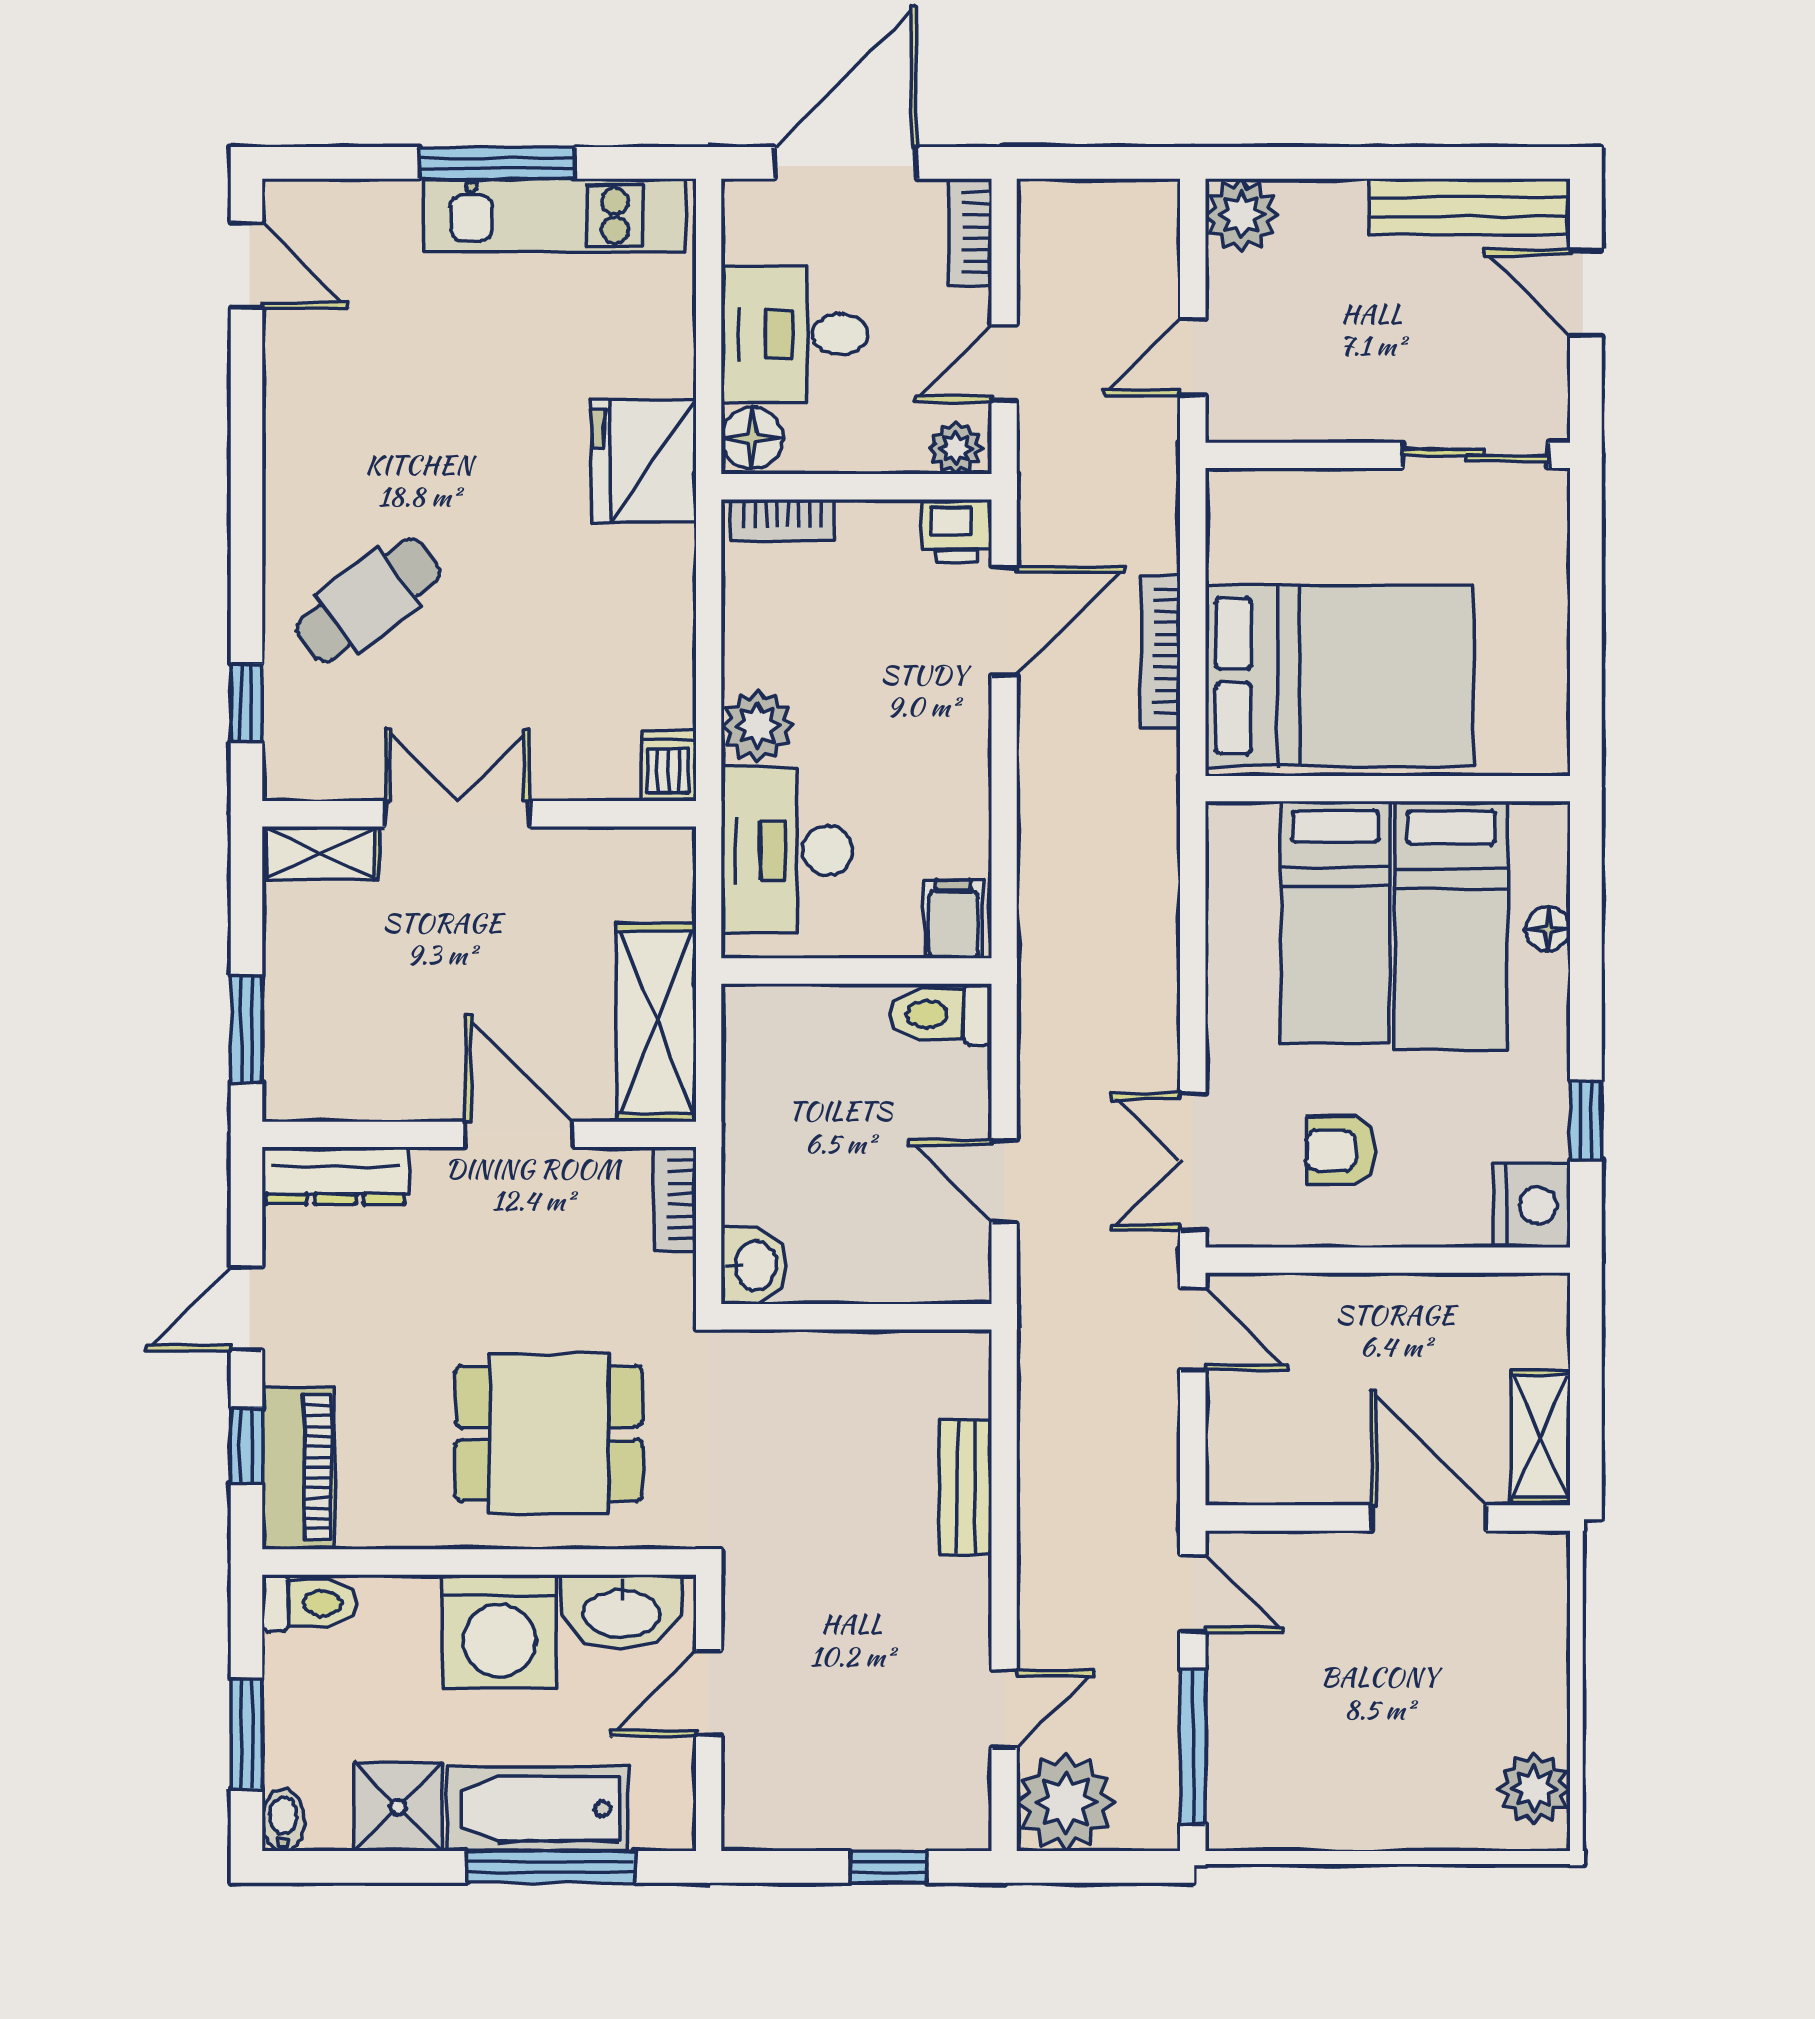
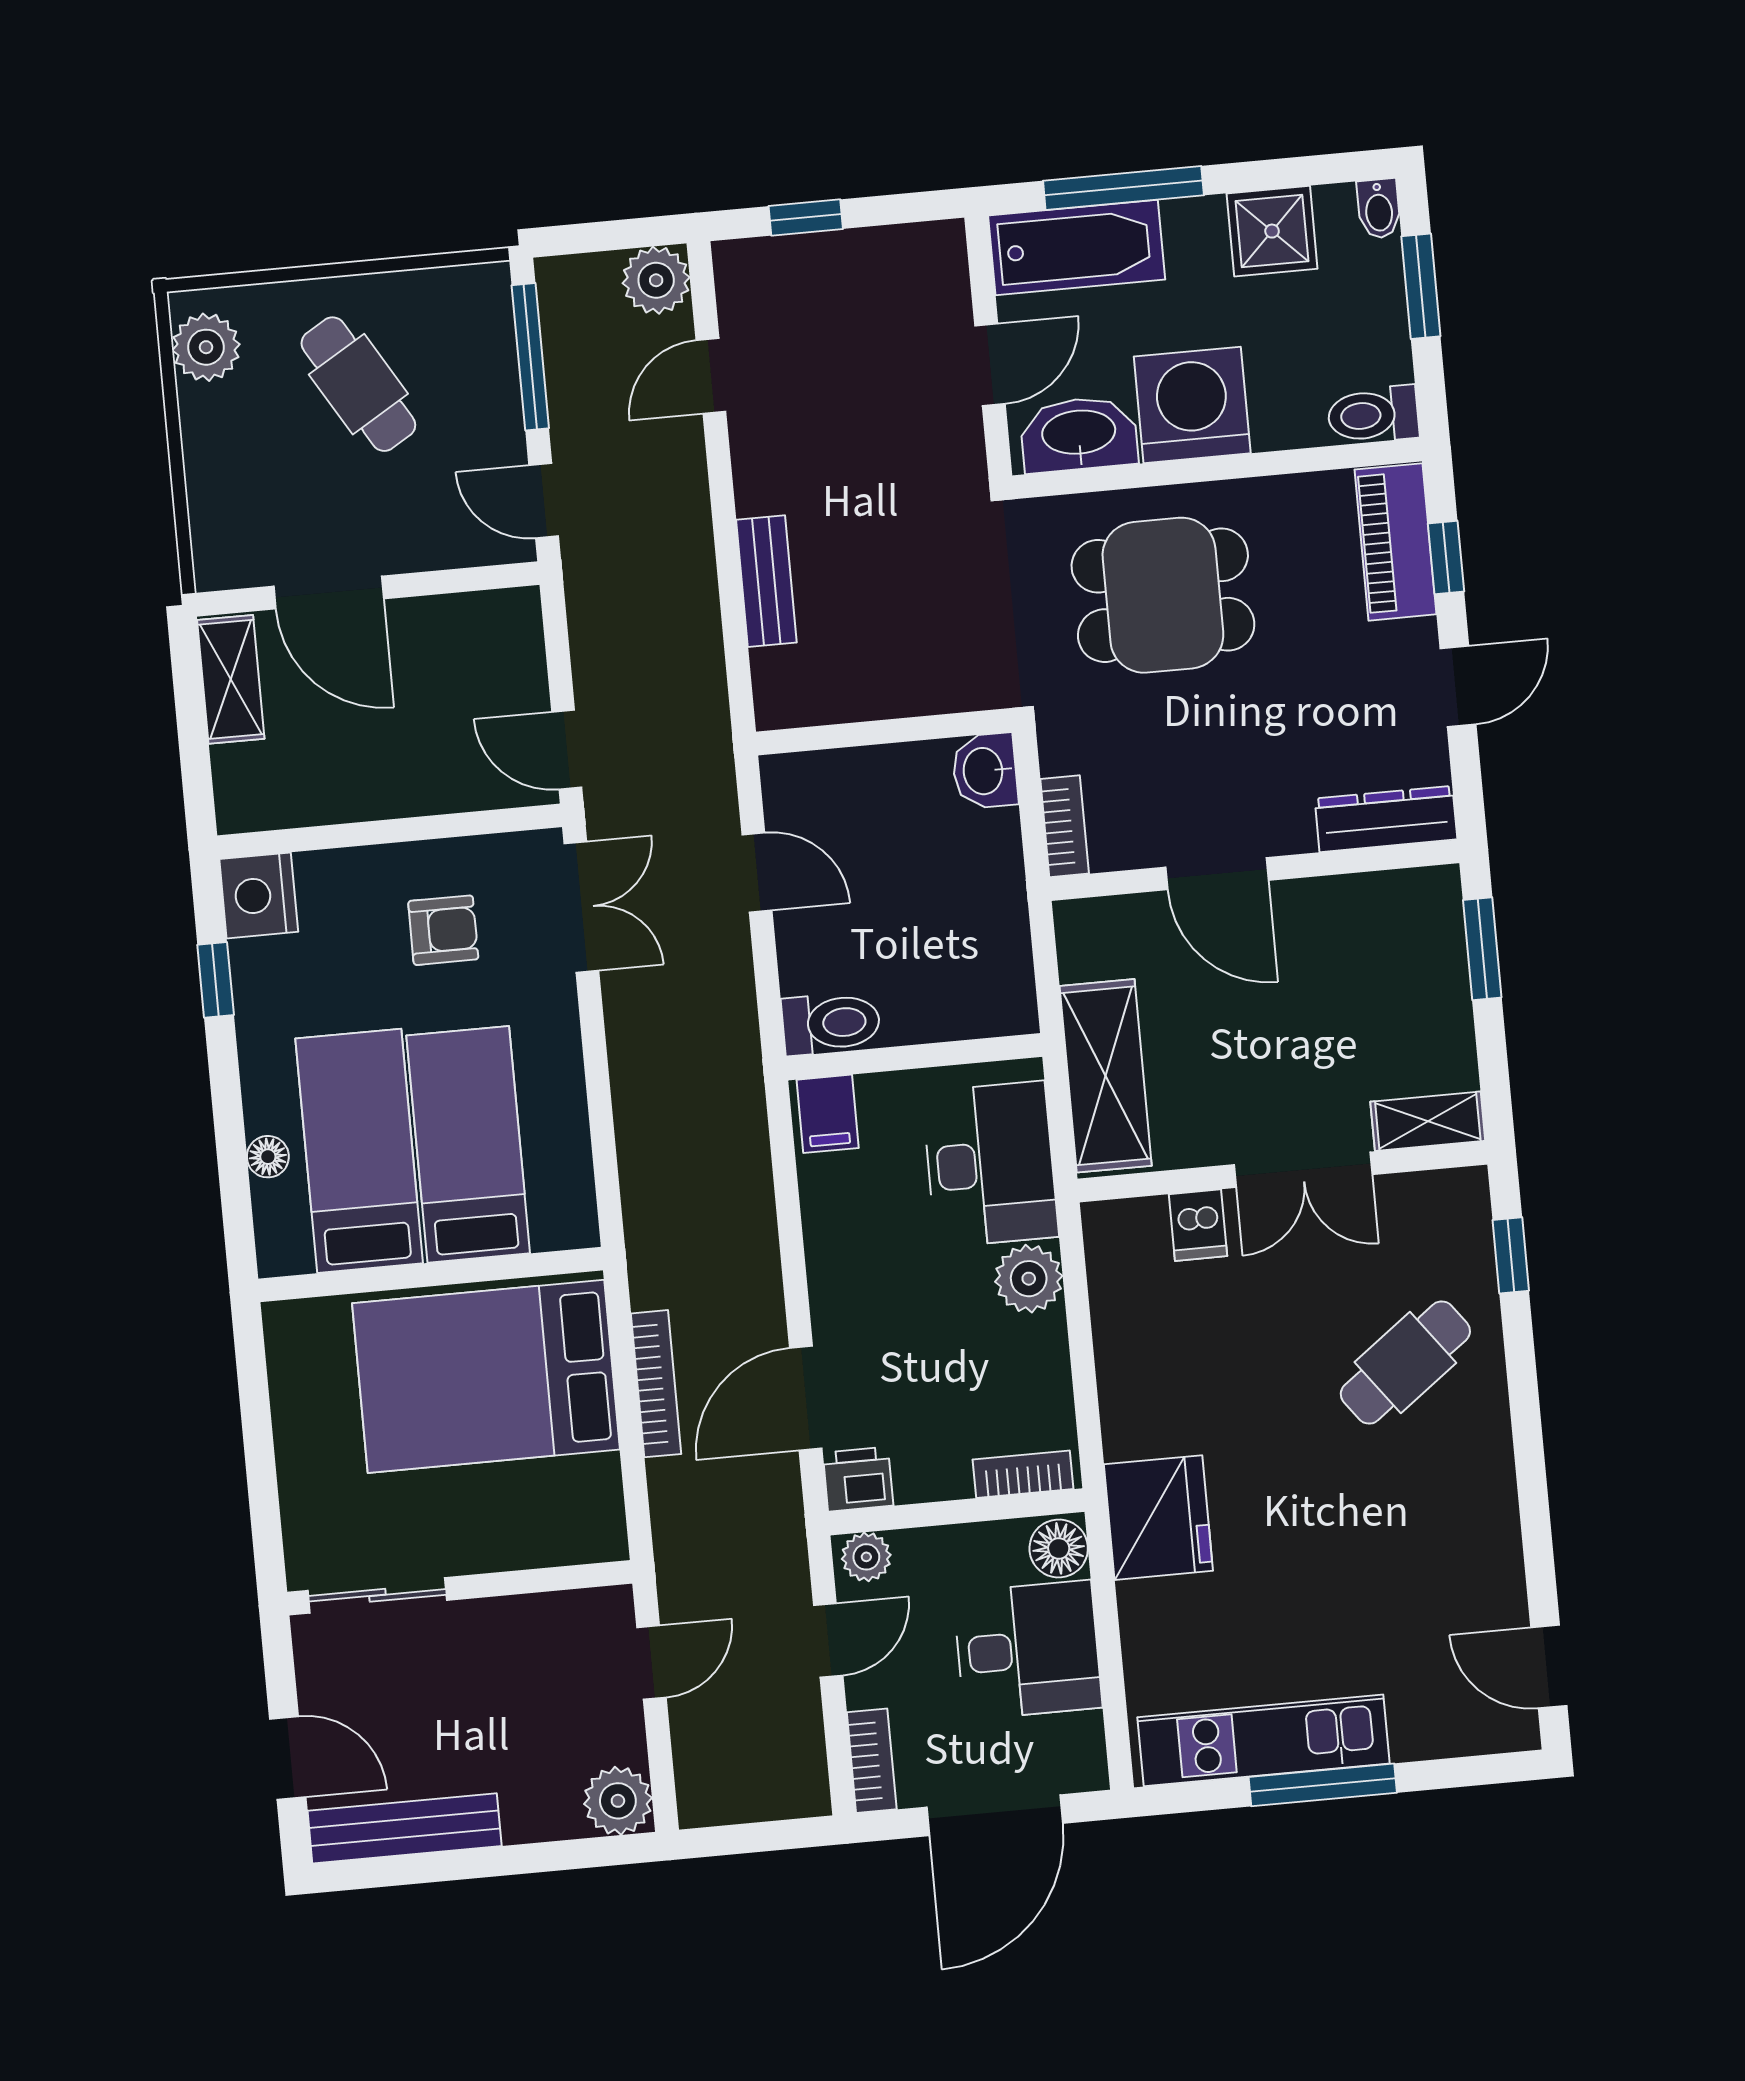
dishwasher: (668, 766) -> (1198, 1225), moved
shelving: (656, 1022) -> (1106, 1076), moved
cafe table: (1377, 1735) -> (358, 384), added
plant: (1066, 1802) -> (656, 280), width x0.73, depth x0.73
bathtub: (538, 1809) -> (1077, 248), moved

